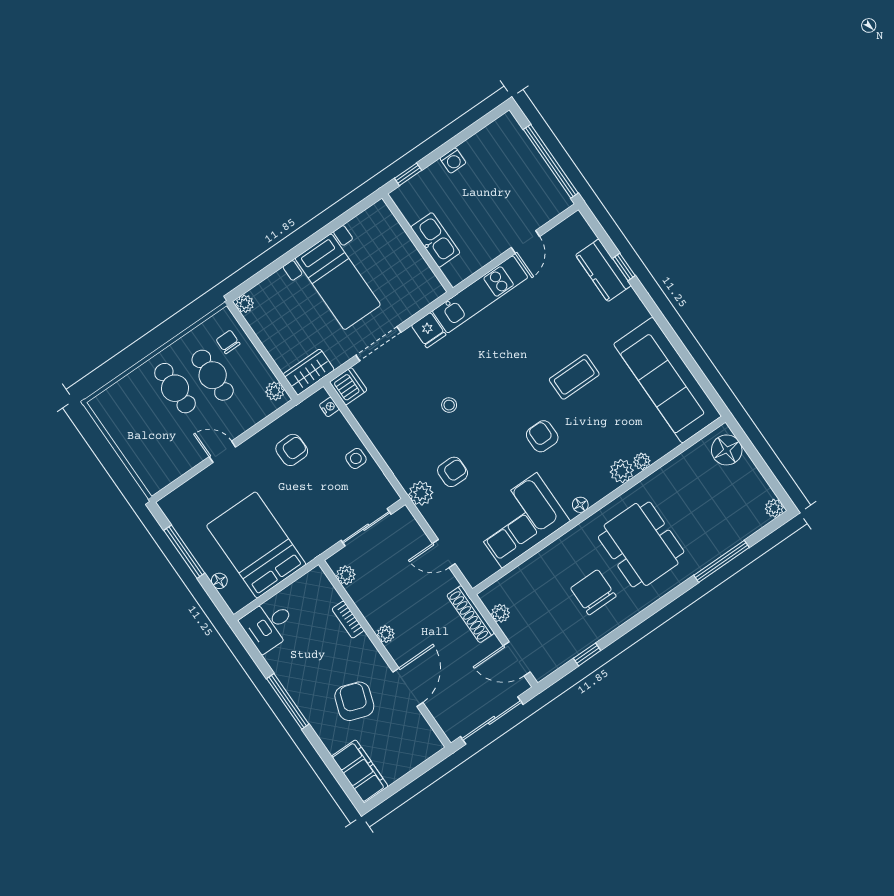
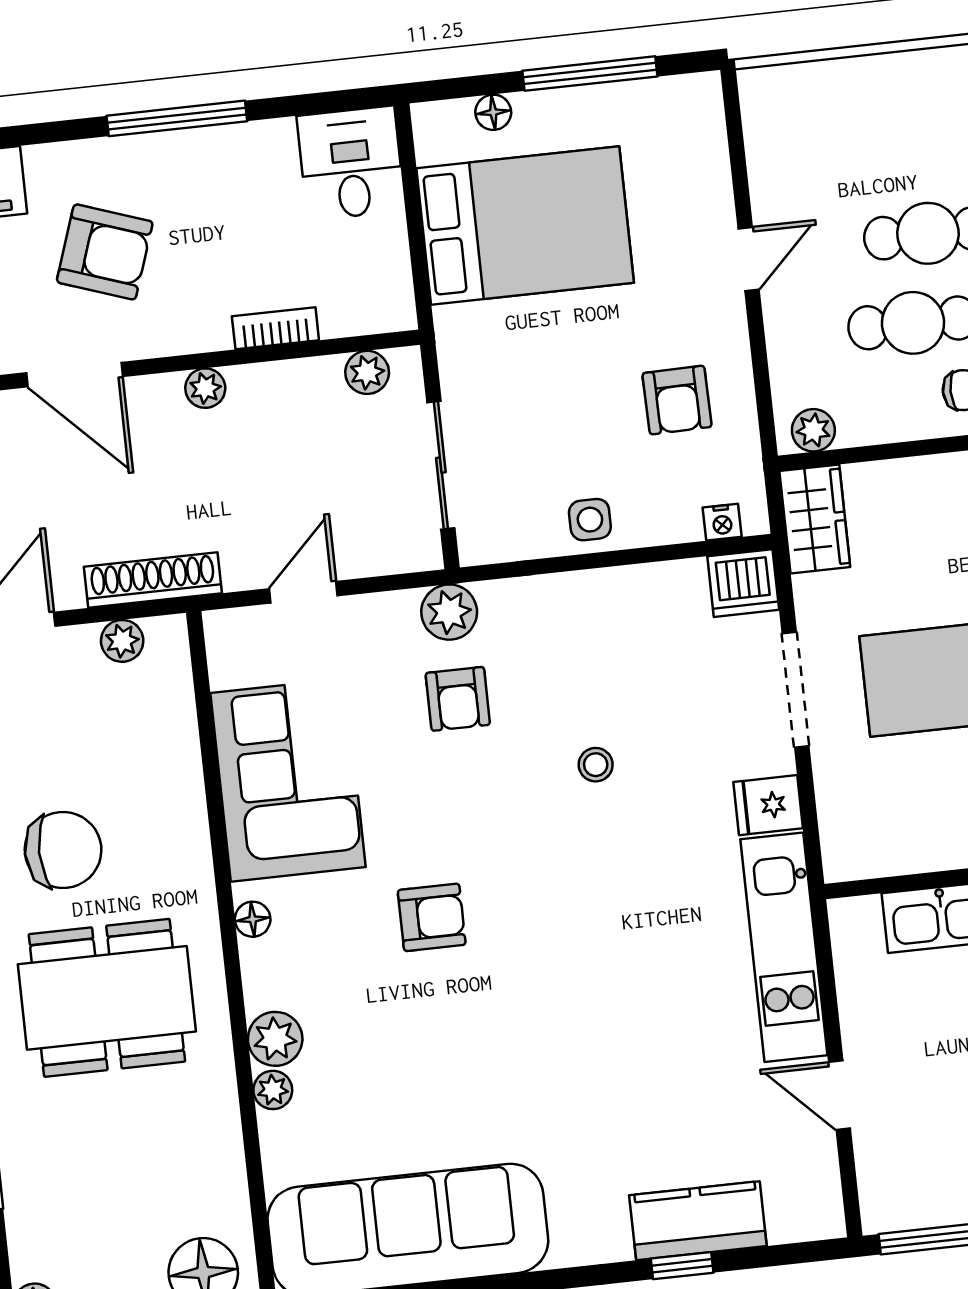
coffee table: (574, 377) -> (516, 1046), removed

